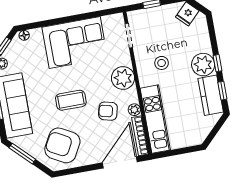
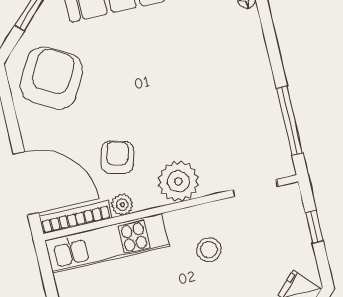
window: (92, 15) -> (290, 120), added
corner sofa: (75, 43) -> (238, 91), removed
coffee table: (71, 100) -> (134, 89), removed

